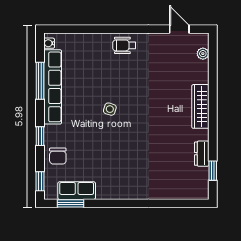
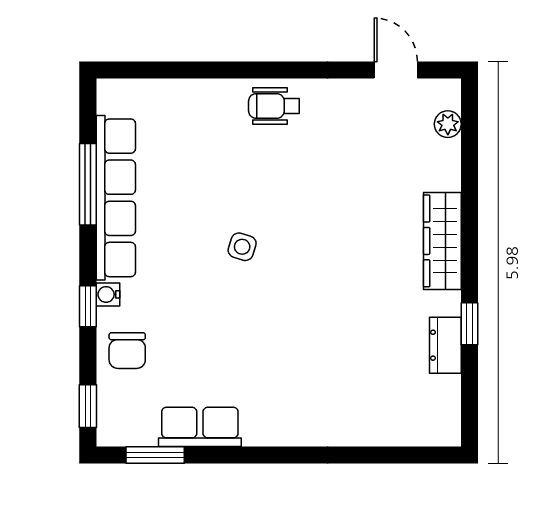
water cooler: (49, 43) -> (108, 294), moved
window: (213, 171) -> (470, 324), moved
row of seats: (77, 191) -> (200, 427), moved

